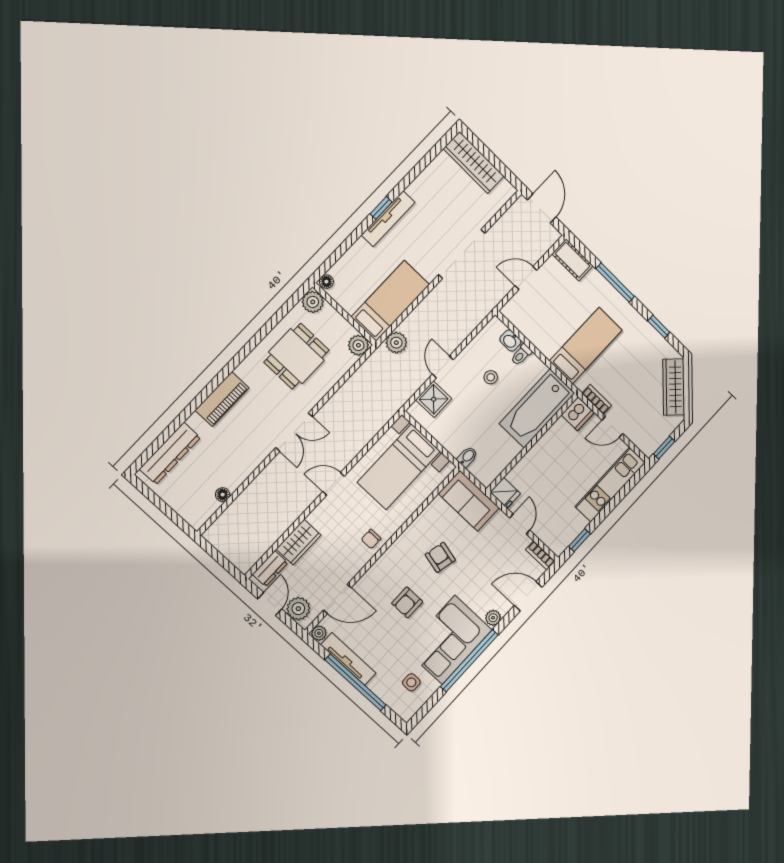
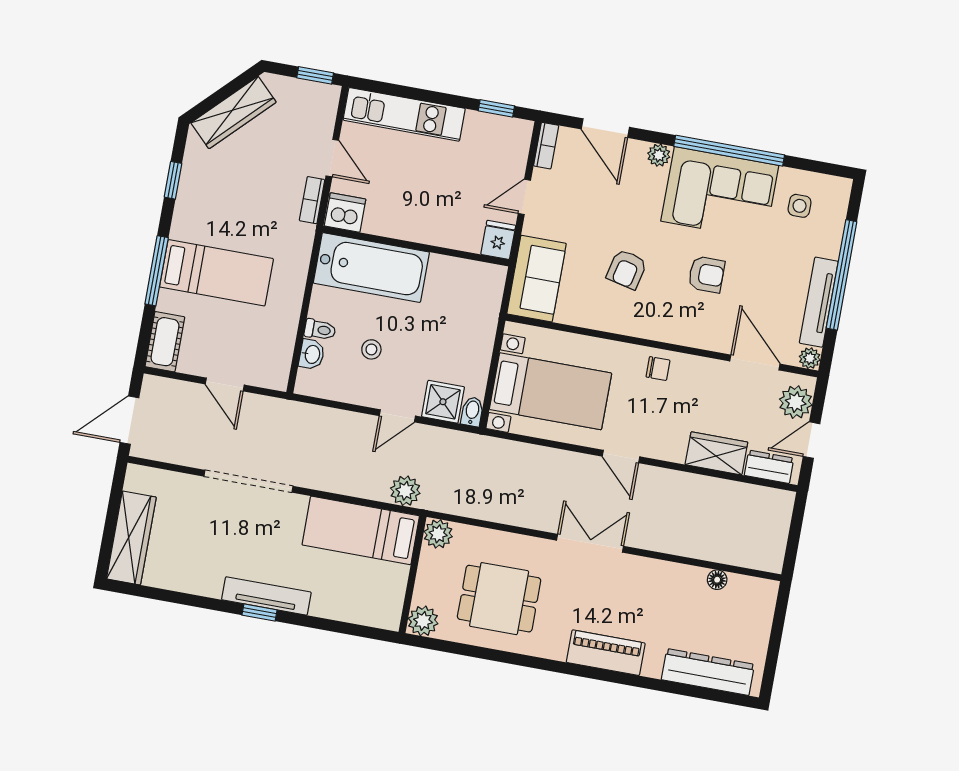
floor lamp: (326, 282) -> (389, 620), removed
bed: (586, 346) -> (216, 273), moved, turned 180
bidet: (467, 457) -> (472, 412), moved, turned 90

